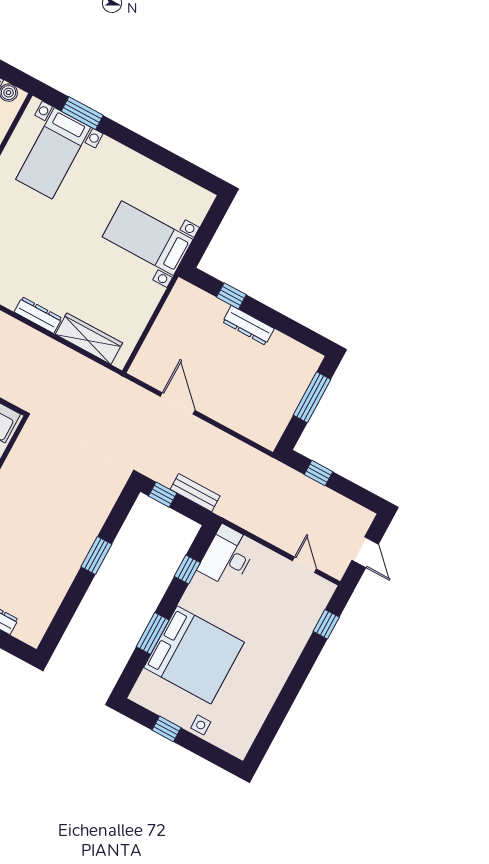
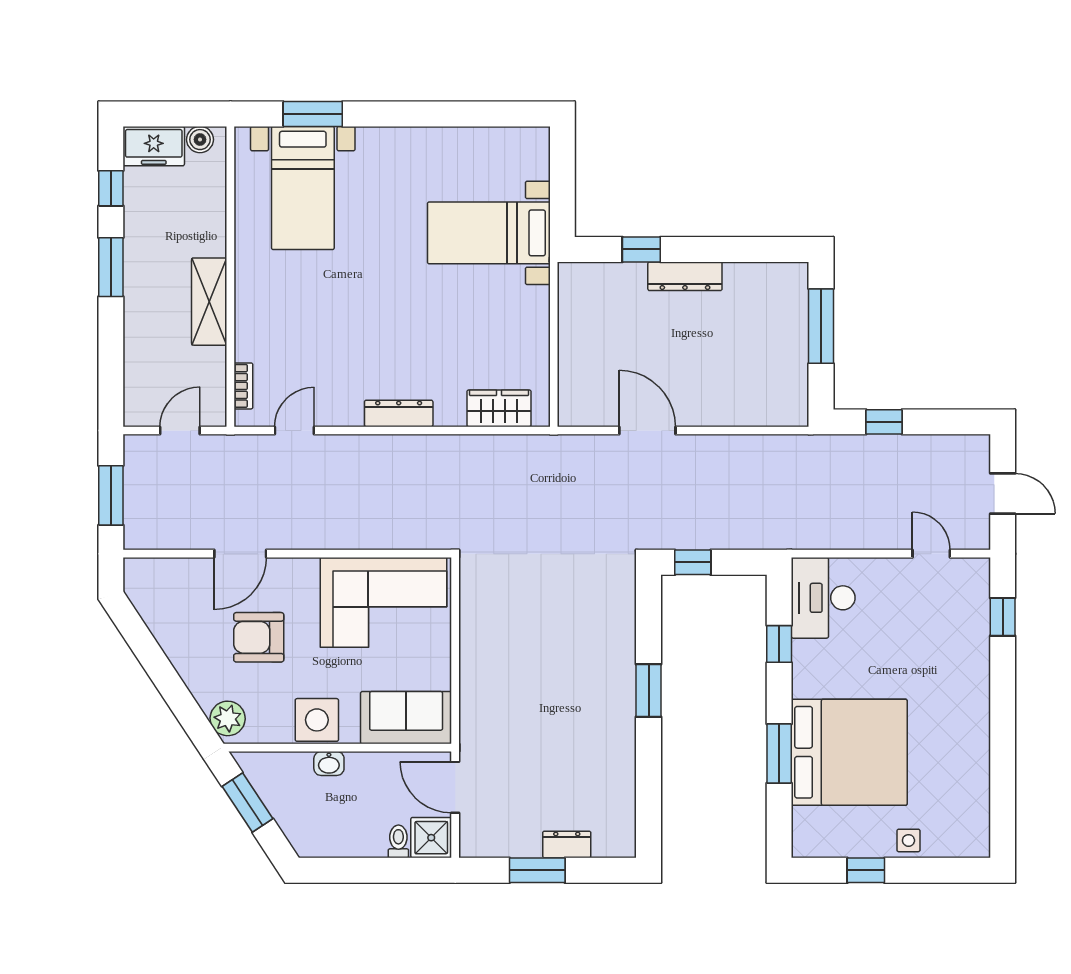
wardrobe: (89, 339) -> (499, 408), width x0.67
bench: (195, 493) -> (734, 536), removed

